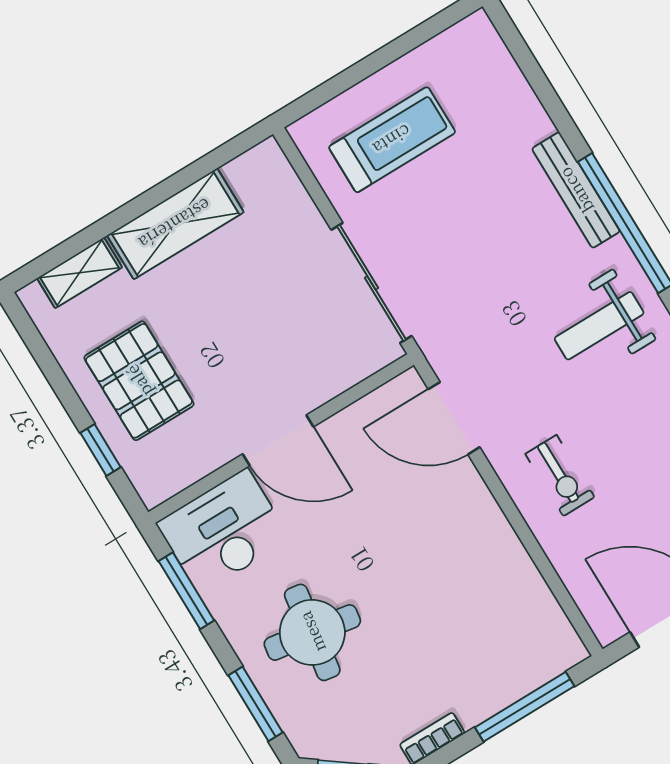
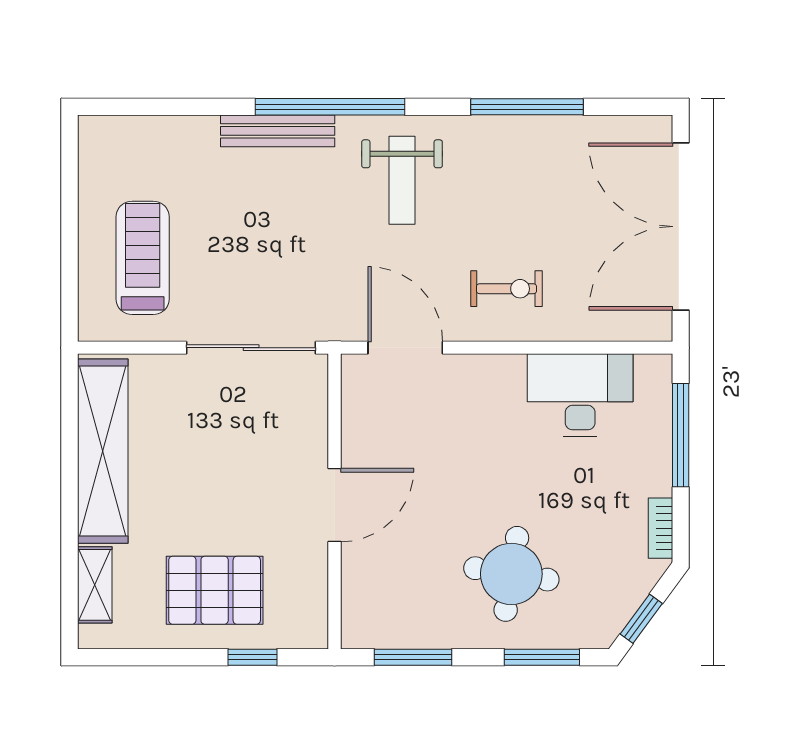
shelving: (175, 224) -> (103, 451), width x1.47
door: (454, 418) -> (405, 348), swing flipped
desk: (223, 531) -> (580, 395), moved, turned 90

